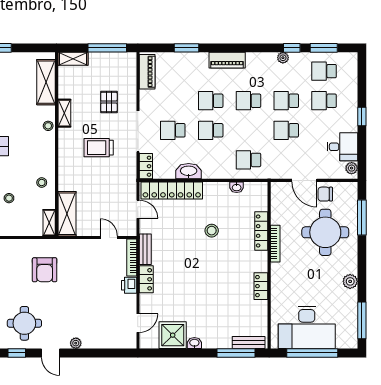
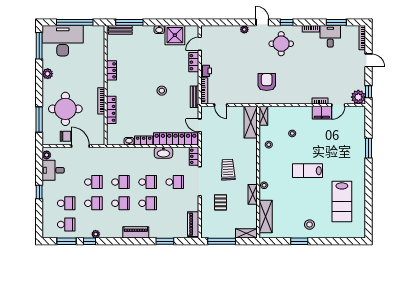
trolley: (99, 148) -> (228, 170), turned -93
school desk: (248, 160) -> (120, 182), moved
locker: (216, 188) -> (144, 141), added
stool: (212, 231) -> (162, 91), moved
locker: (146, 279) -> (194, 62), moved
desk: (307, 327) -> (63, 41), moved

